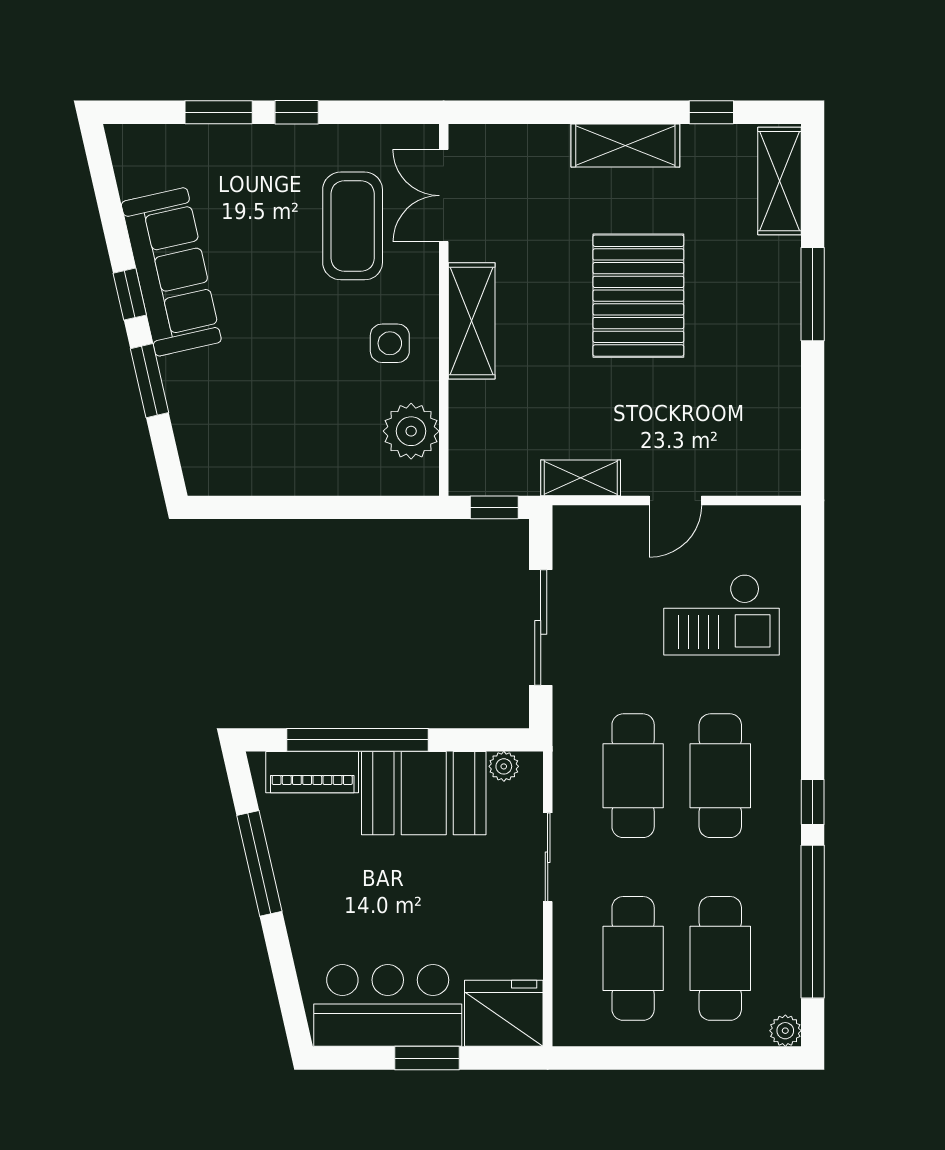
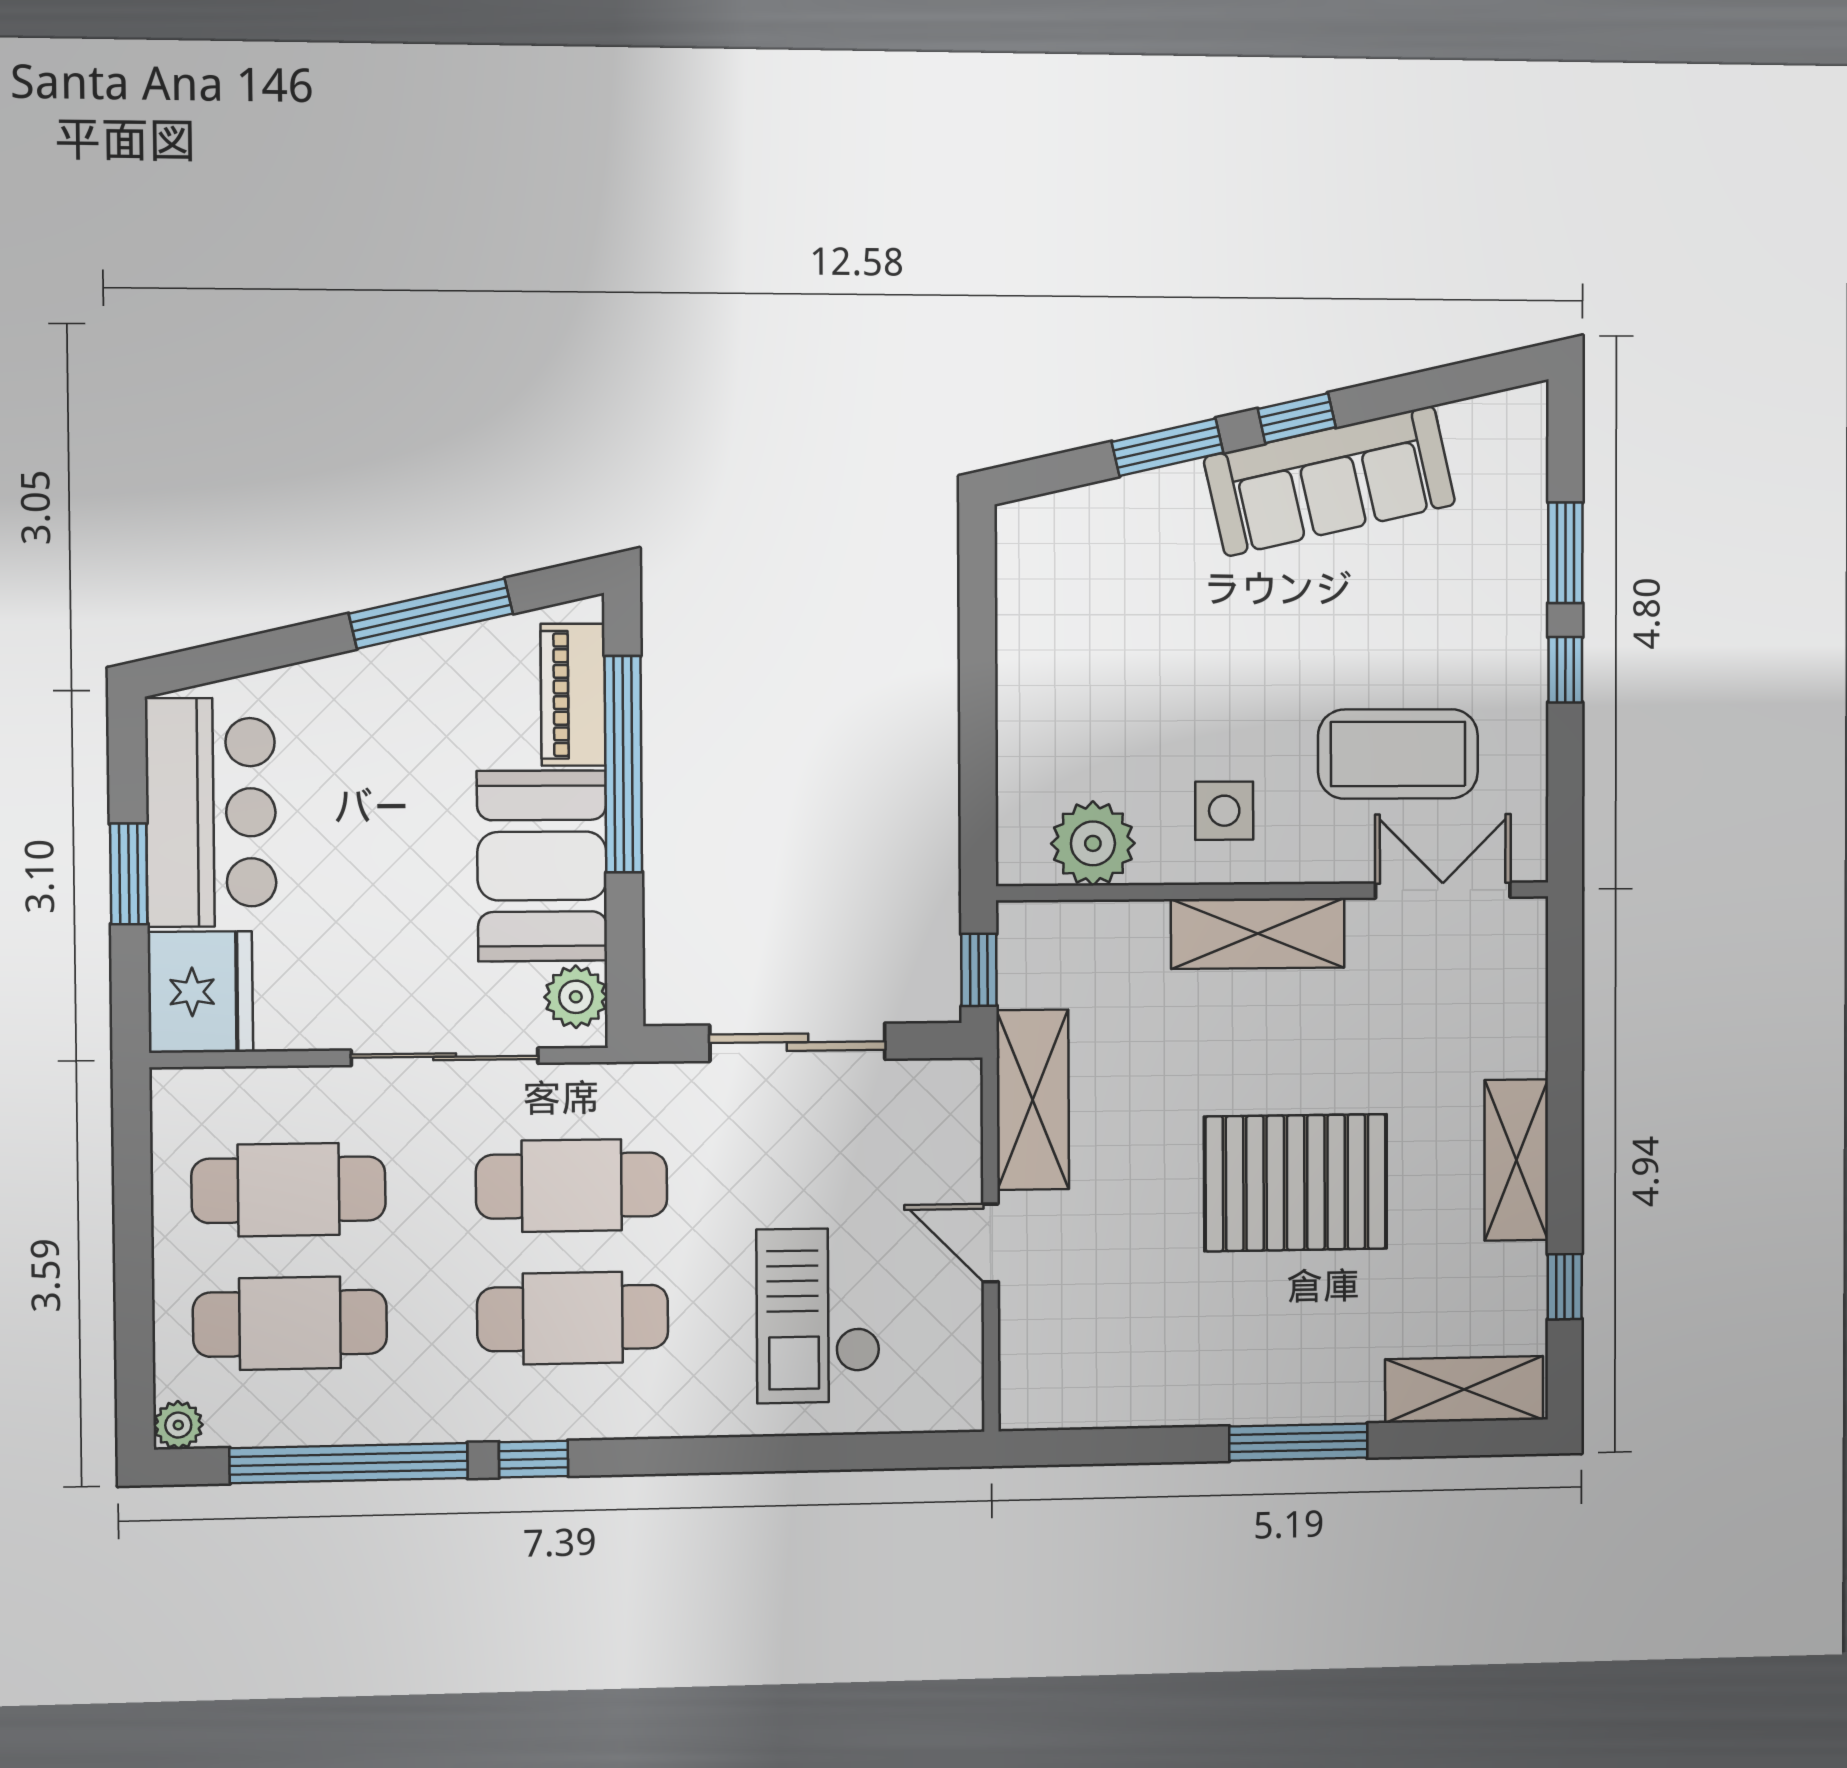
shelving: (581, 478) -> (1033, 1100), width x1.50, depth x1.33
plant: (504, 766) -> (576, 997), width x1.38, depth x1.38
sliding door: (548, 857) -> (445, 1057), width x1.37

